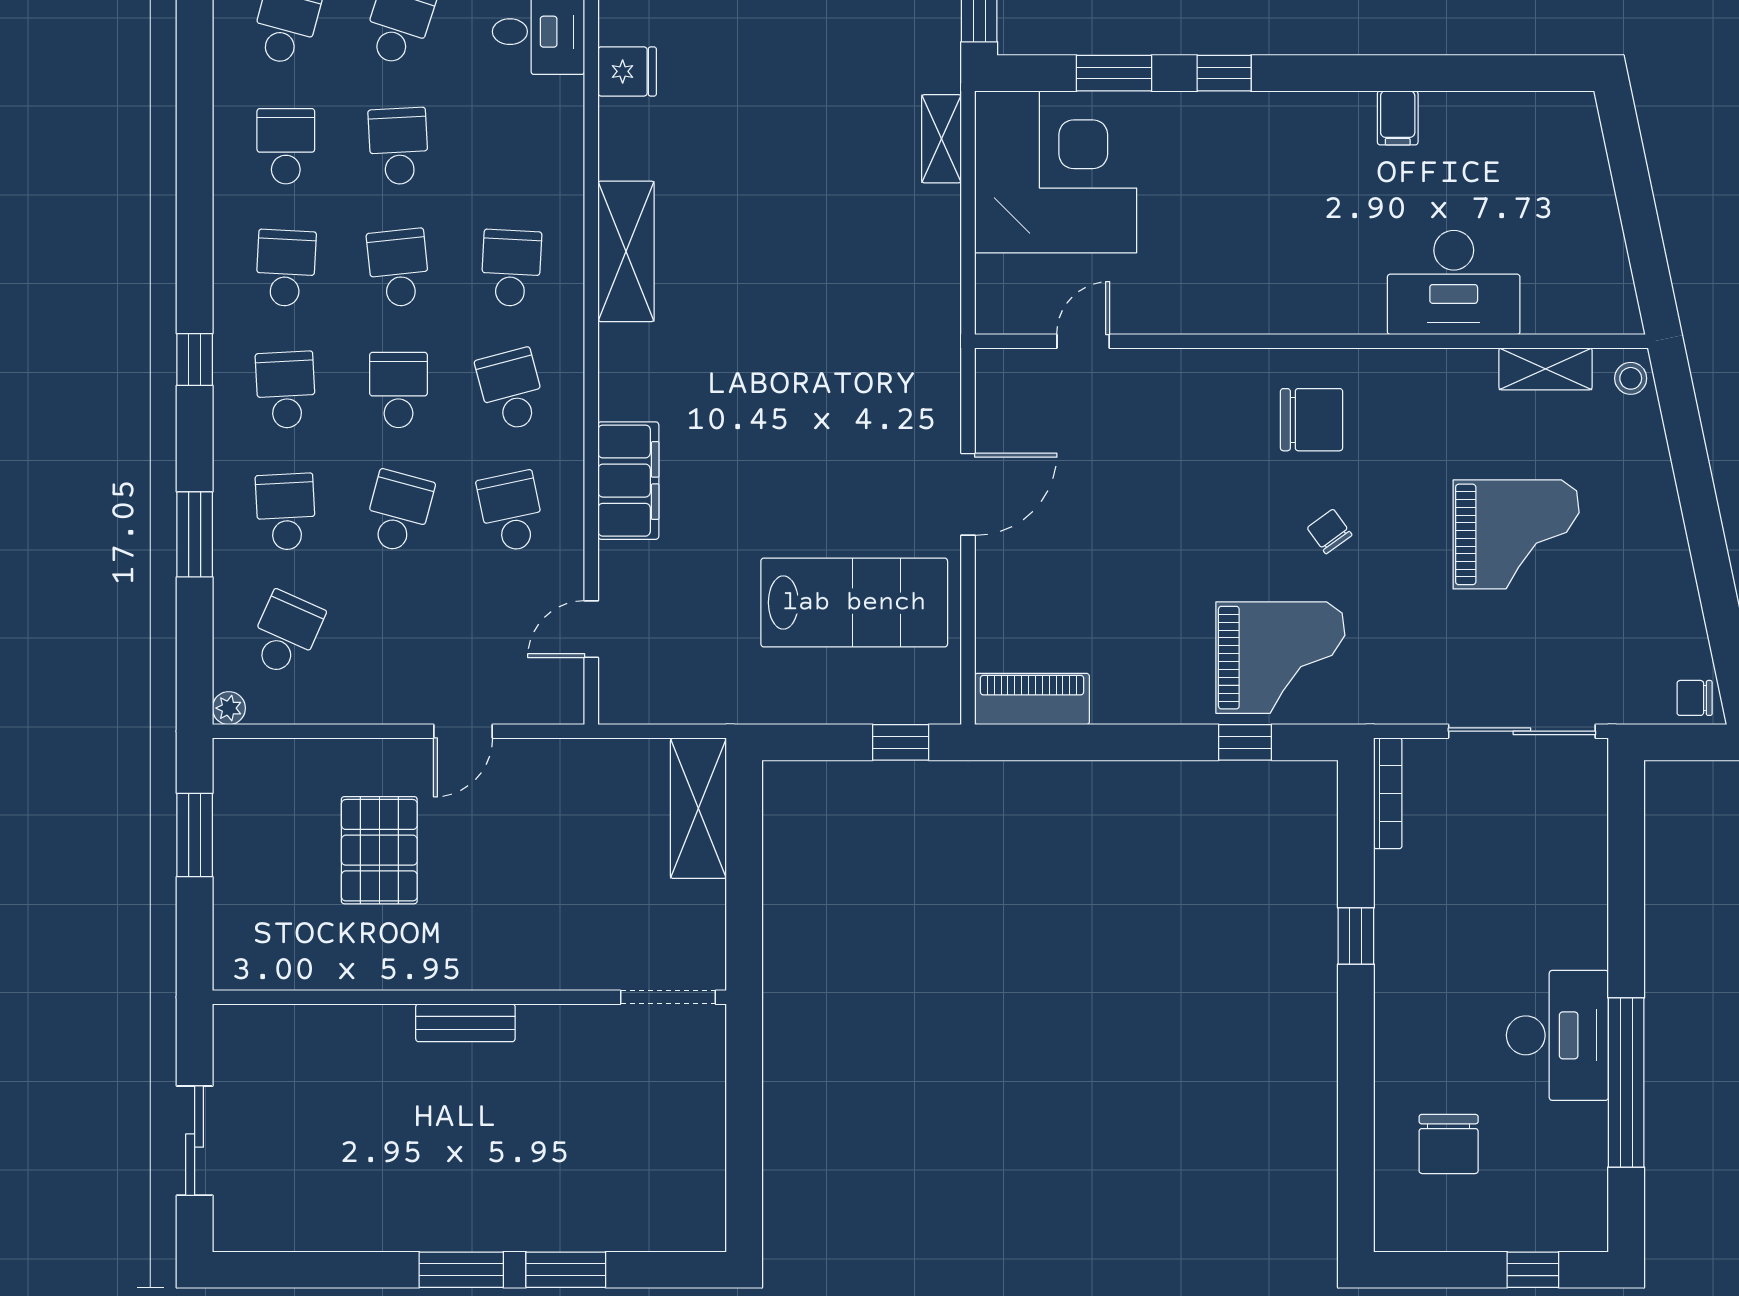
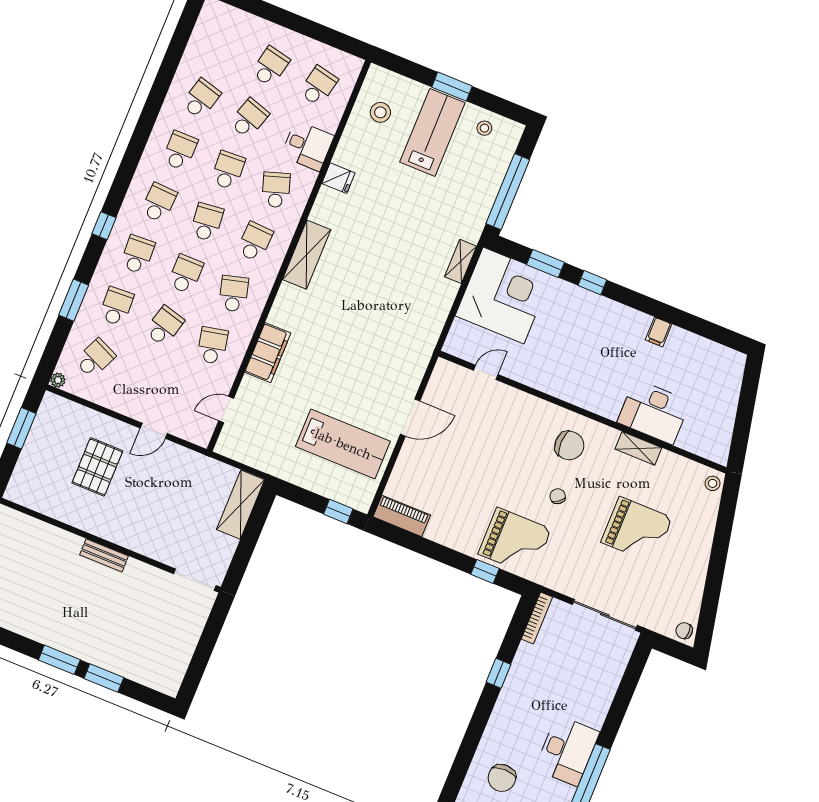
school desk: (511, 146) -> (276, 190), added
shelving: (1545, 369) -> (638, 448), moved

